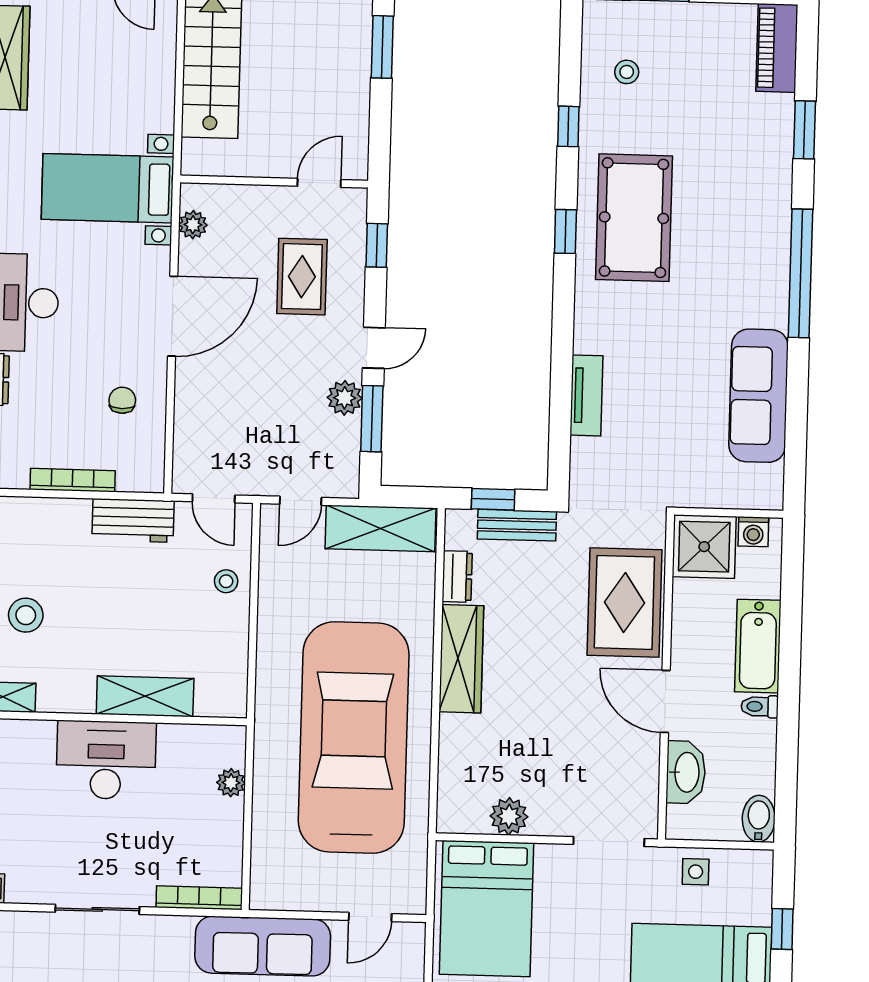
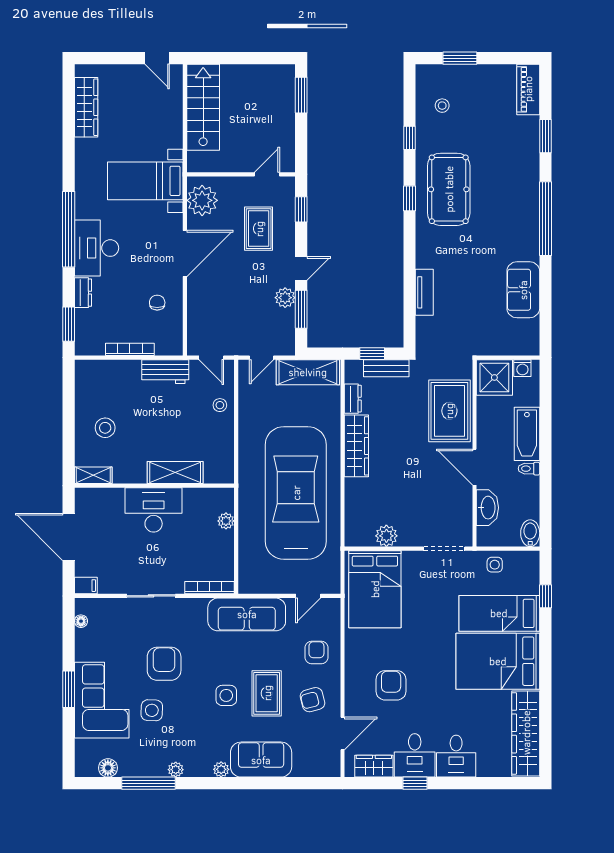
plant: (193, 225) -> (202, 200), width x1.87, depth x1.87
sofa: (759, 396) -> (523, 290), width x0.73

